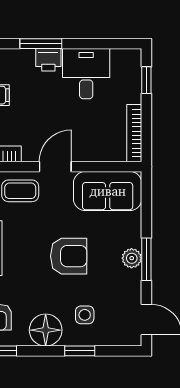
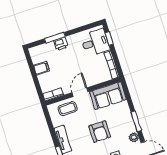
desk: (86, 74) -> (95, 43), moved, turned 90
armchair: (69, 256) -> (100, 132), turned 90
plant: (132, 258) -> (134, 137), moved

